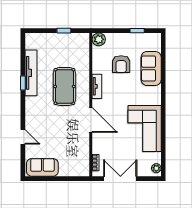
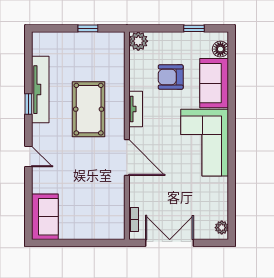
floor lamp: (155, 45) -> (220, 49), added
armchair: (121, 64) -> (171, 77), turned 90
corner sofa: (145, 128) -> (205, 143), moved
door: (23, 137) -> (28, 157), moved
sofa: (42, 167) -> (45, 217), moved, turned 90

